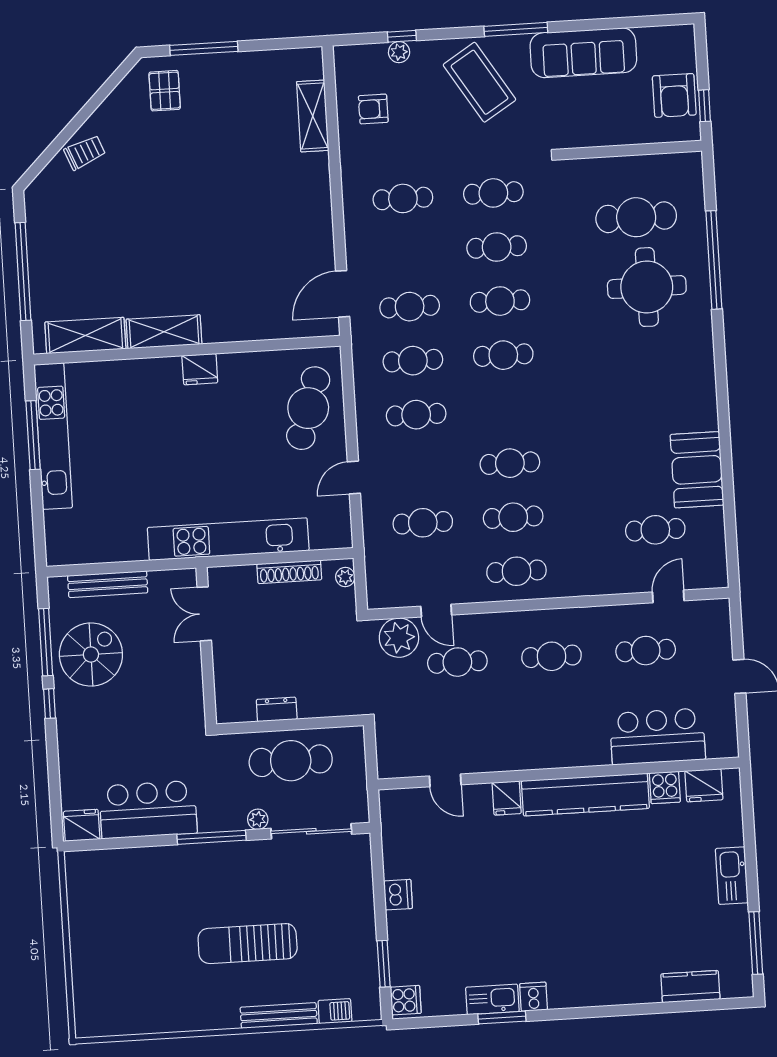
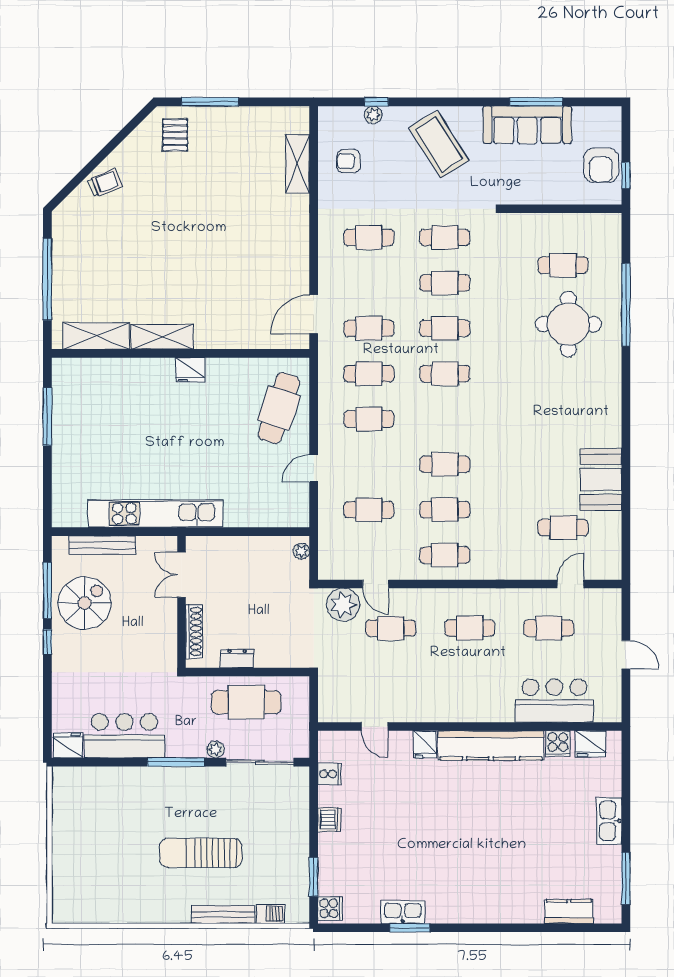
window: (516, 29) -> (536, 102), moved
cafe table: (636, 217) -> (563, 265), width x0.73, depth x0.74
kitchen unit: (53, 436) -> (64, 418), removed
kitchen unit: (228, 539) -> (155, 513), moved
shoe rack: (289, 572) -> (194, 632), moved, turned -90
cooker: (534, 997) -> (329, 774), moved, turned 90

